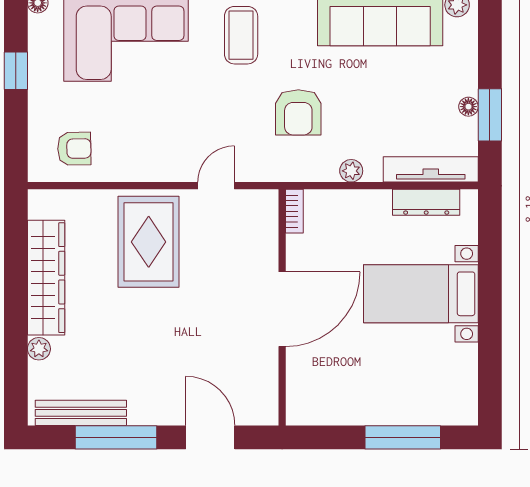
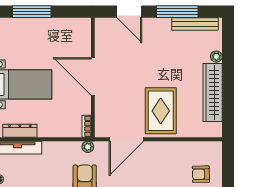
armchair: (74, 149) -> (201, 174), moved
plant: (351, 171) -> (88, 147), moved
door: (216, 186) -> (126, 139), width x1.88
door: (282, 309) -> (93, 77), hinge flipped

